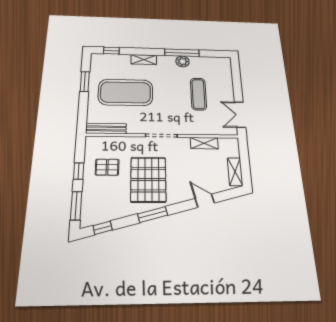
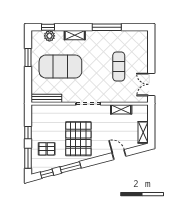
plant: (182, 61) -> (49, 36), moved
pallet: (107, 167) -> (47, 149), moved
window: (153, 215) -> (71, 167), moved

